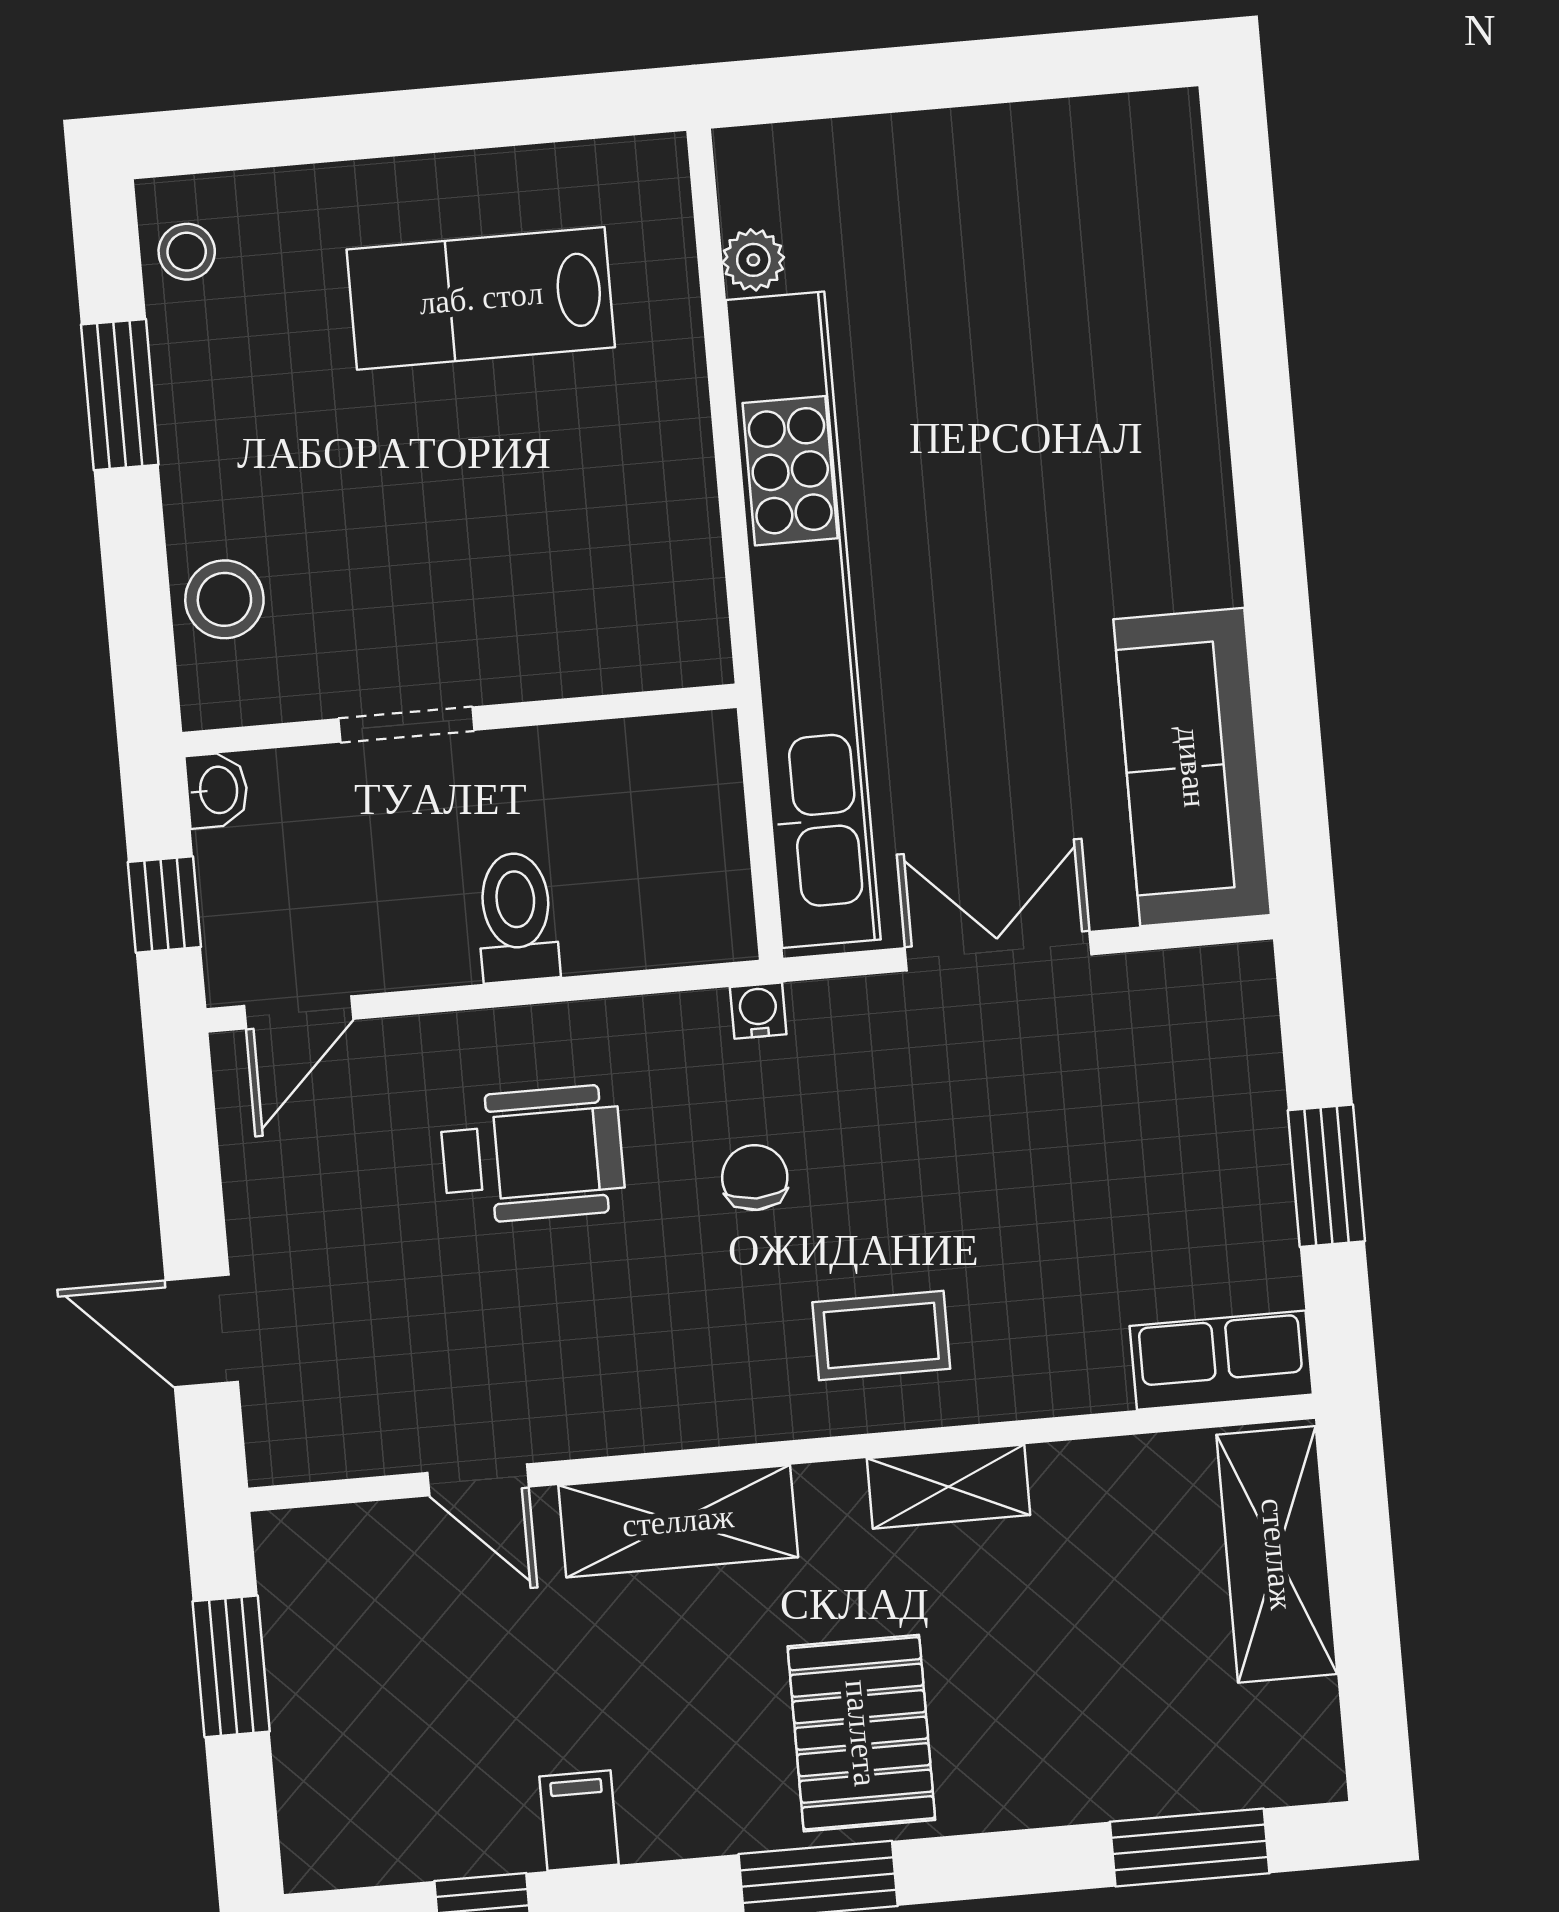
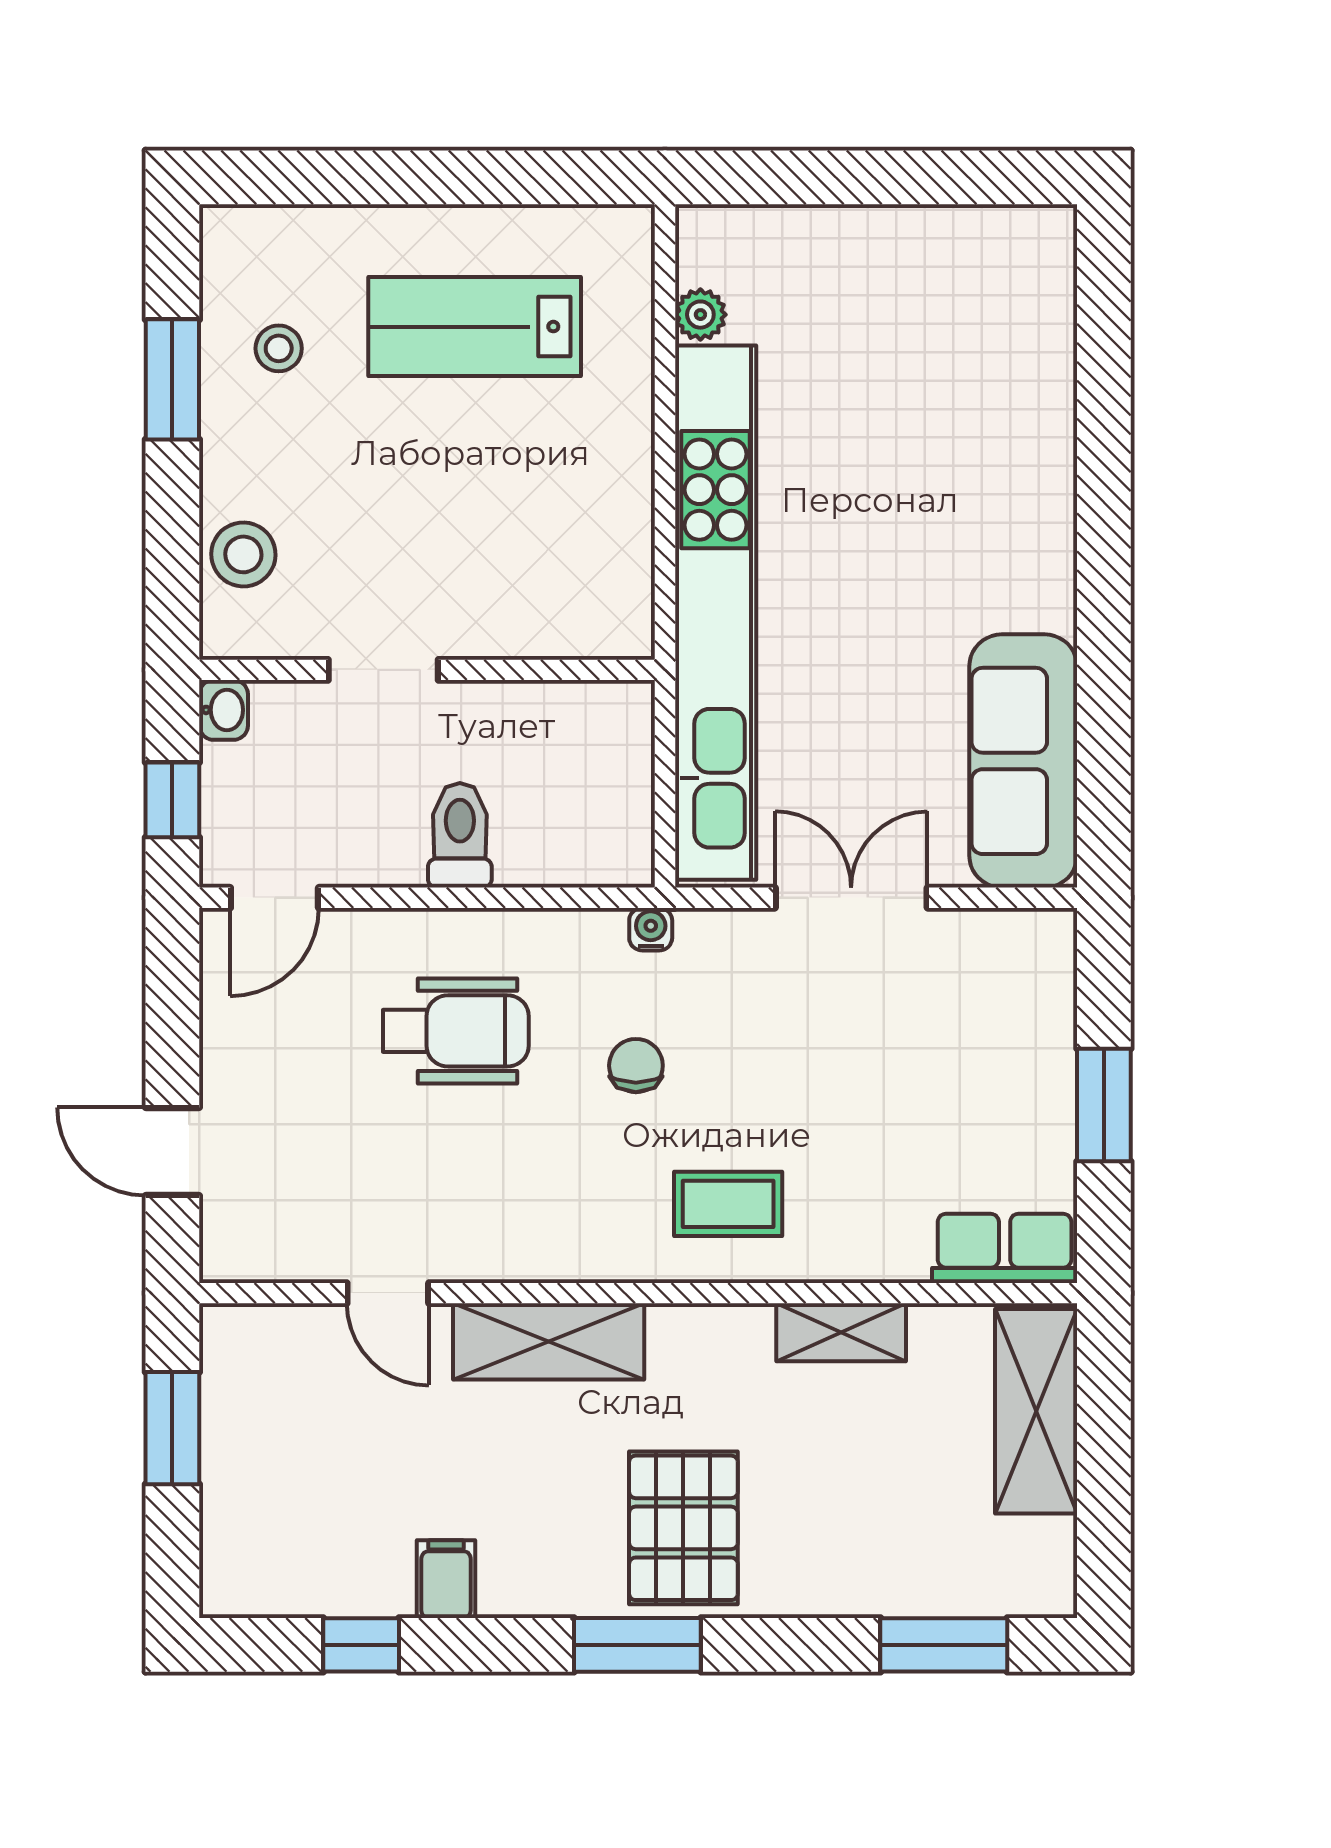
stool: (187, 252) -> (279, 348), moved
shelving: (949, 1487) -> (841, 1332), moved

